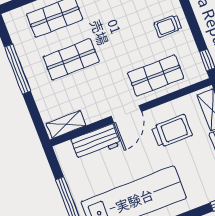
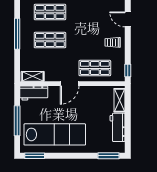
trolley: (172, 131) -> (92, 104), removed
workbench: (96, 142) -> (34, 93), moved

